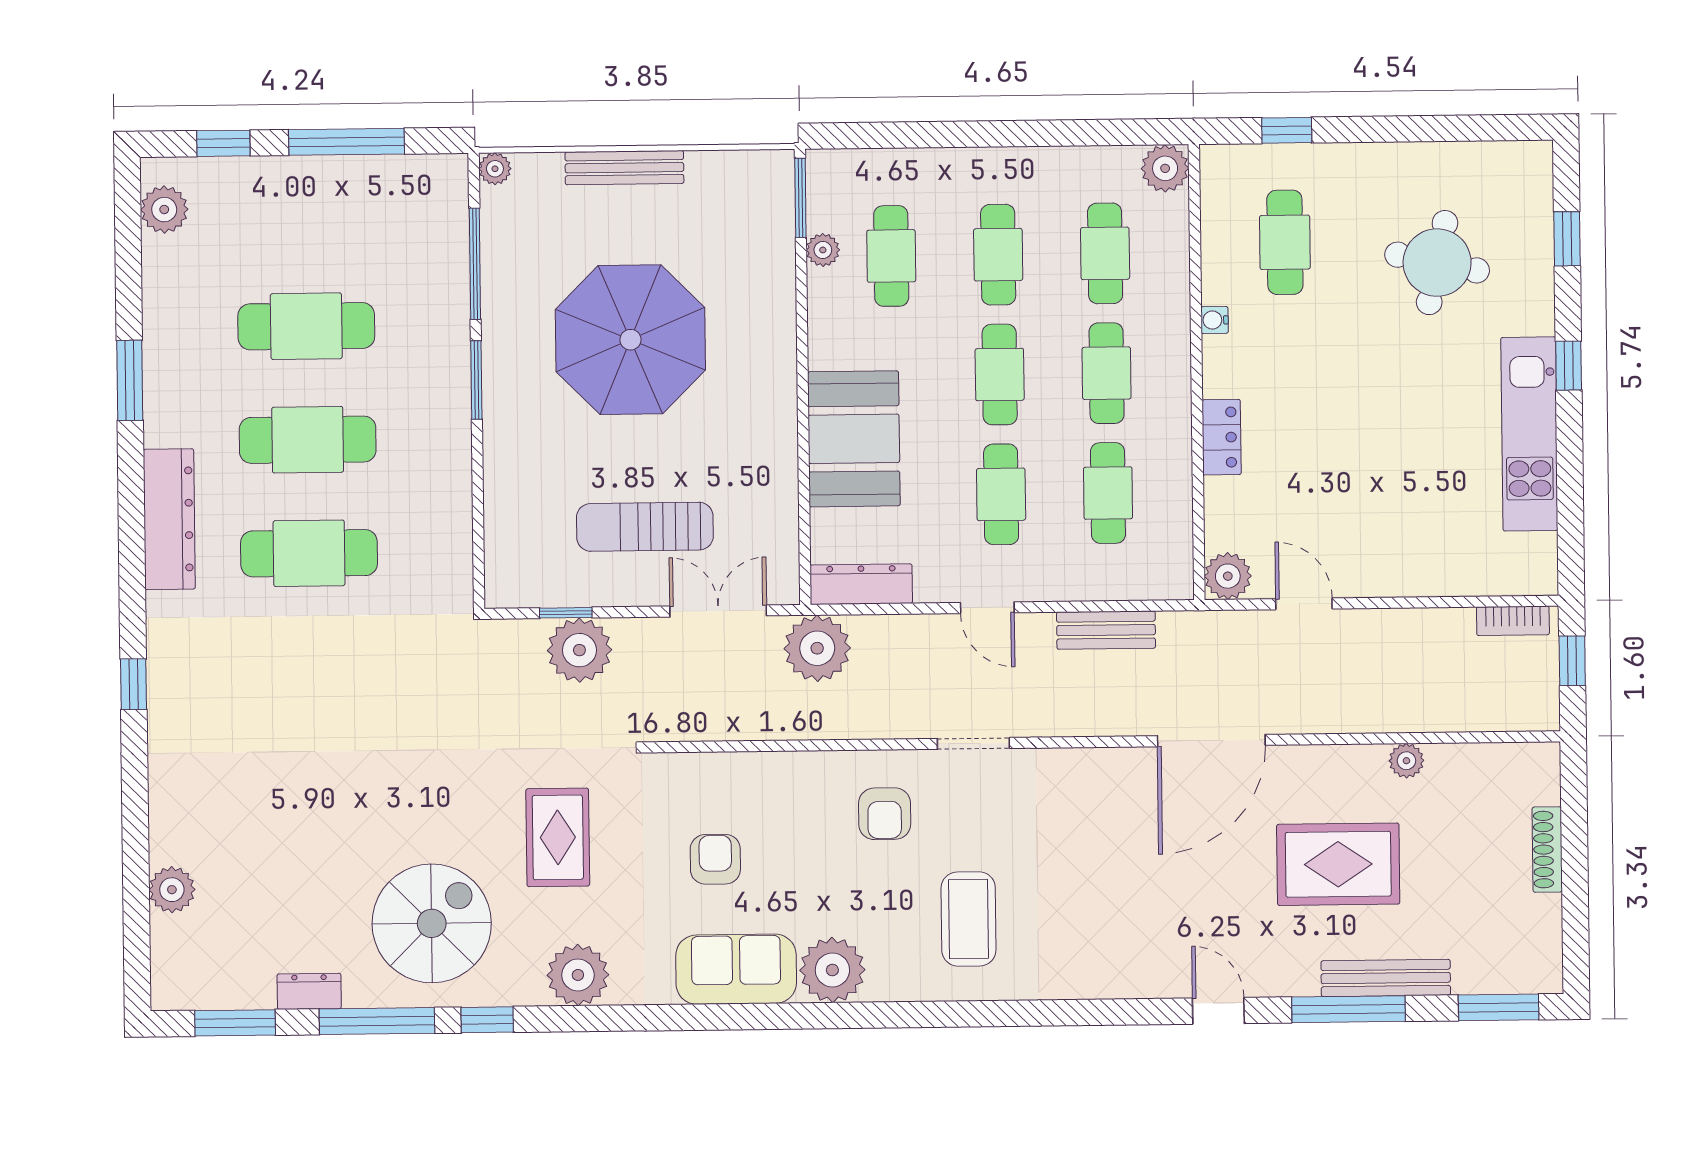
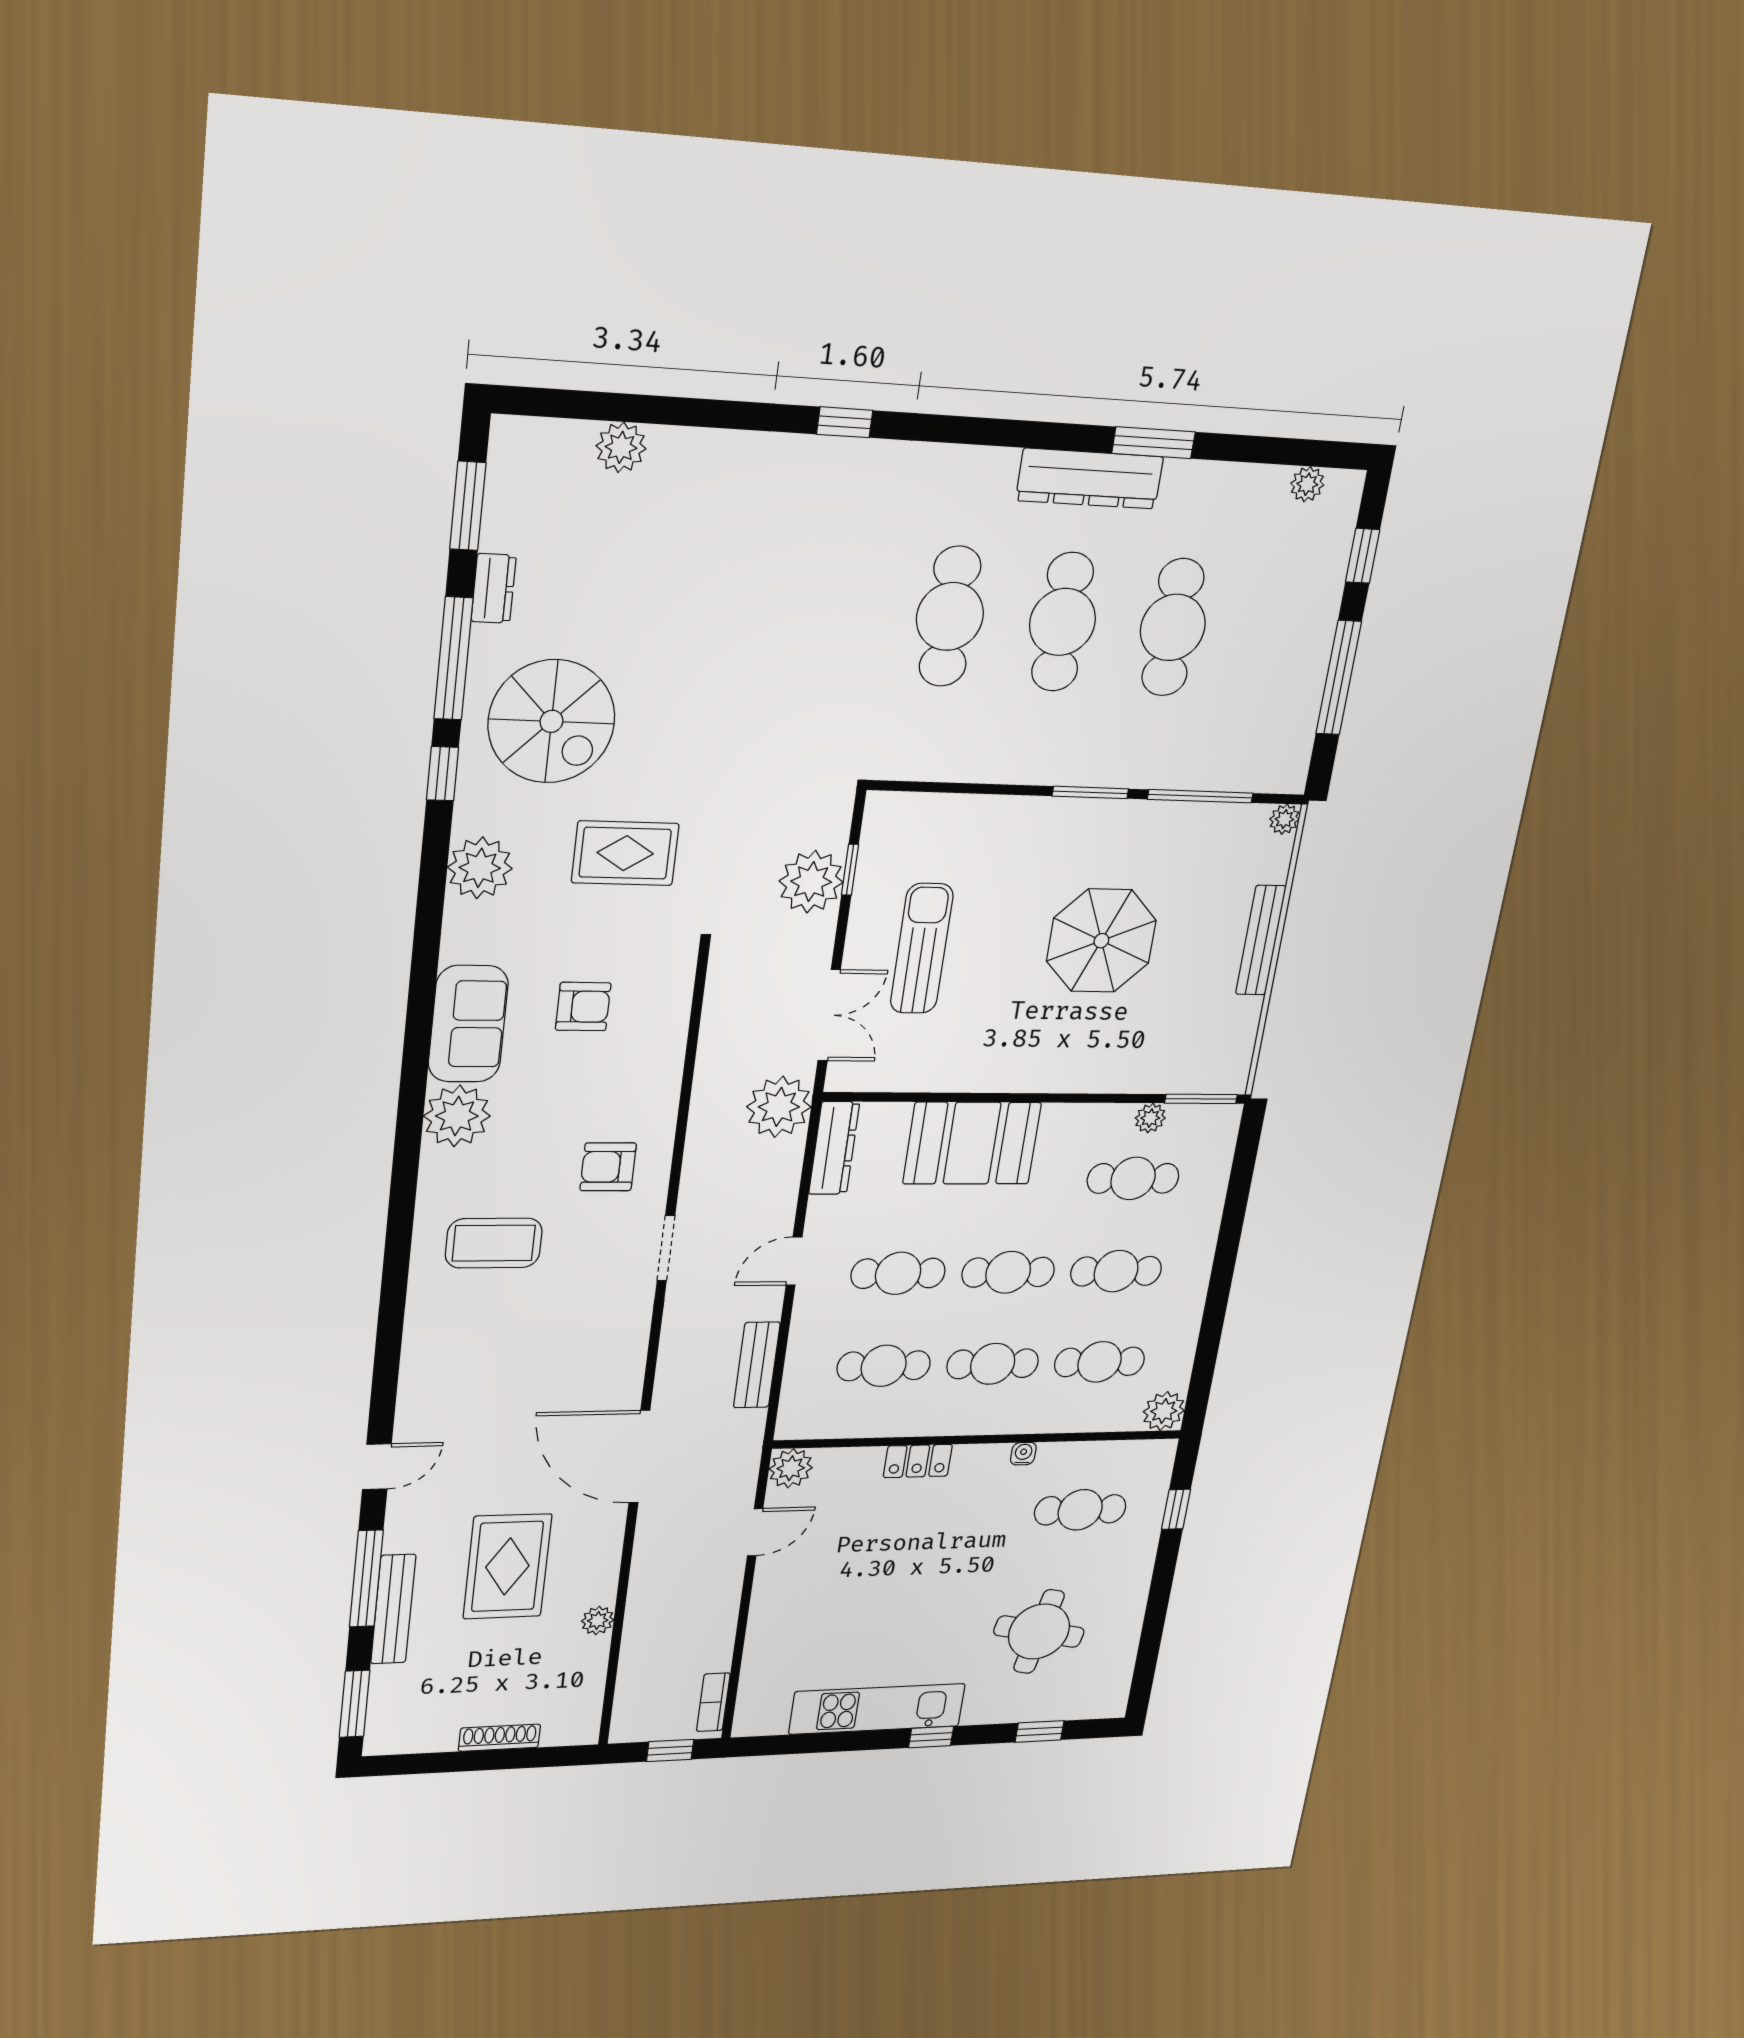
plant: (164, 210) -> (1307, 484), width x0.73, depth x0.73
parasol: (630, 340) -> (1101, 941), width x0.73, depth x0.73
dresser: (169, 519) -> (1090, 479), moved

